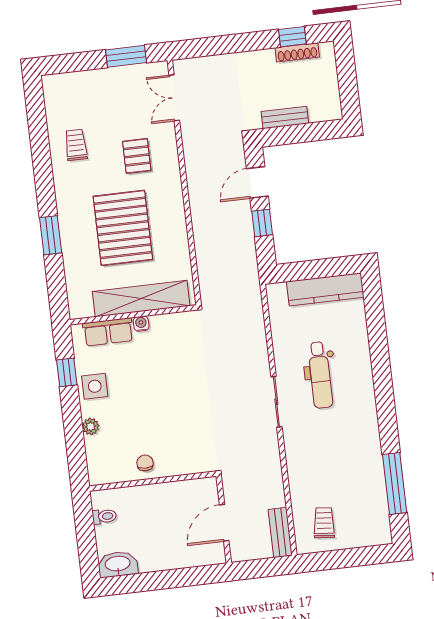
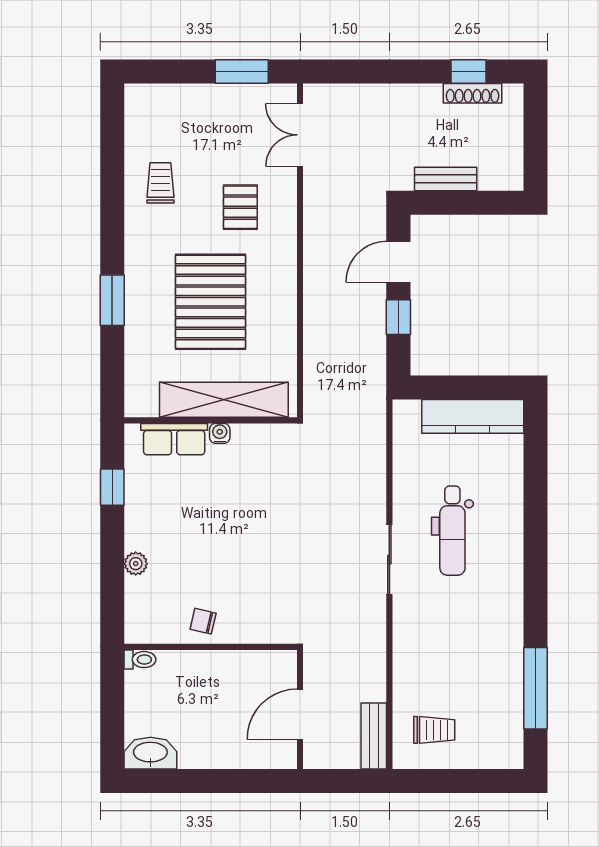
side table: (95, 386) -> (148, 510), removed
chair: (145, 463) -> (203, 621), turned -77
toilet: (104, 516) -> (140, 660), moved
trolley: (324, 523) -> (434, 730), turned 85

